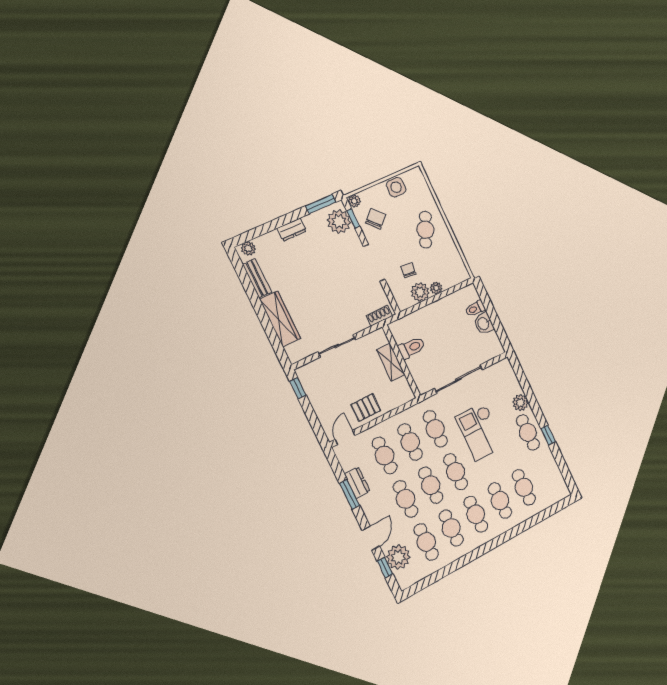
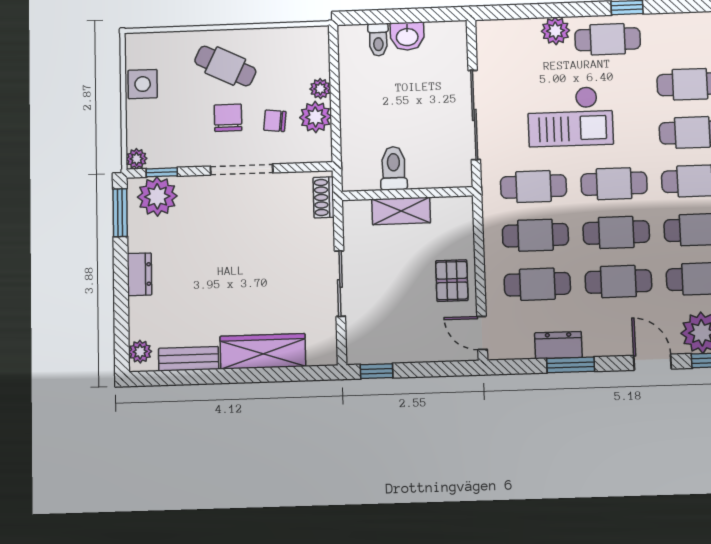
chair: (376, 219) -> (228, 118), moved, turned 44

